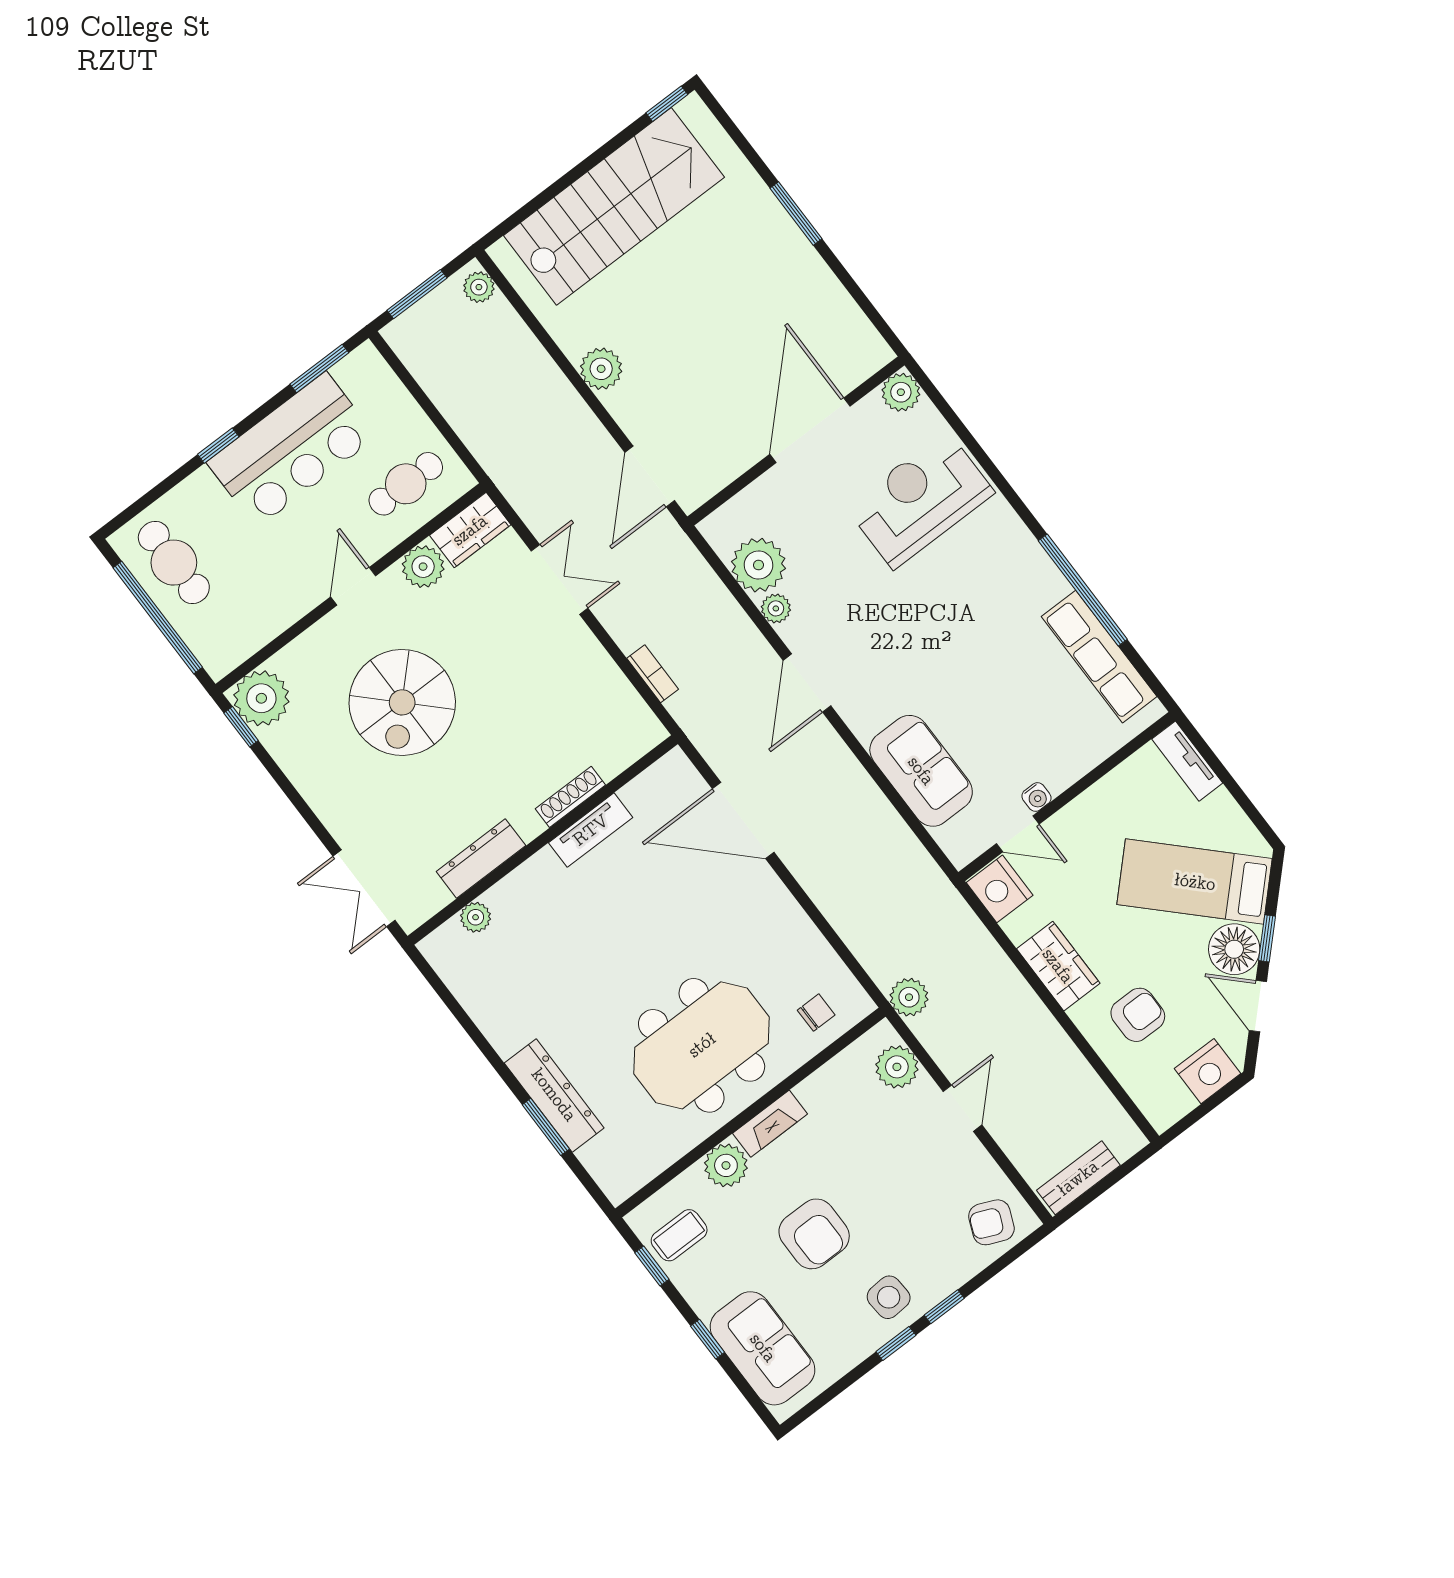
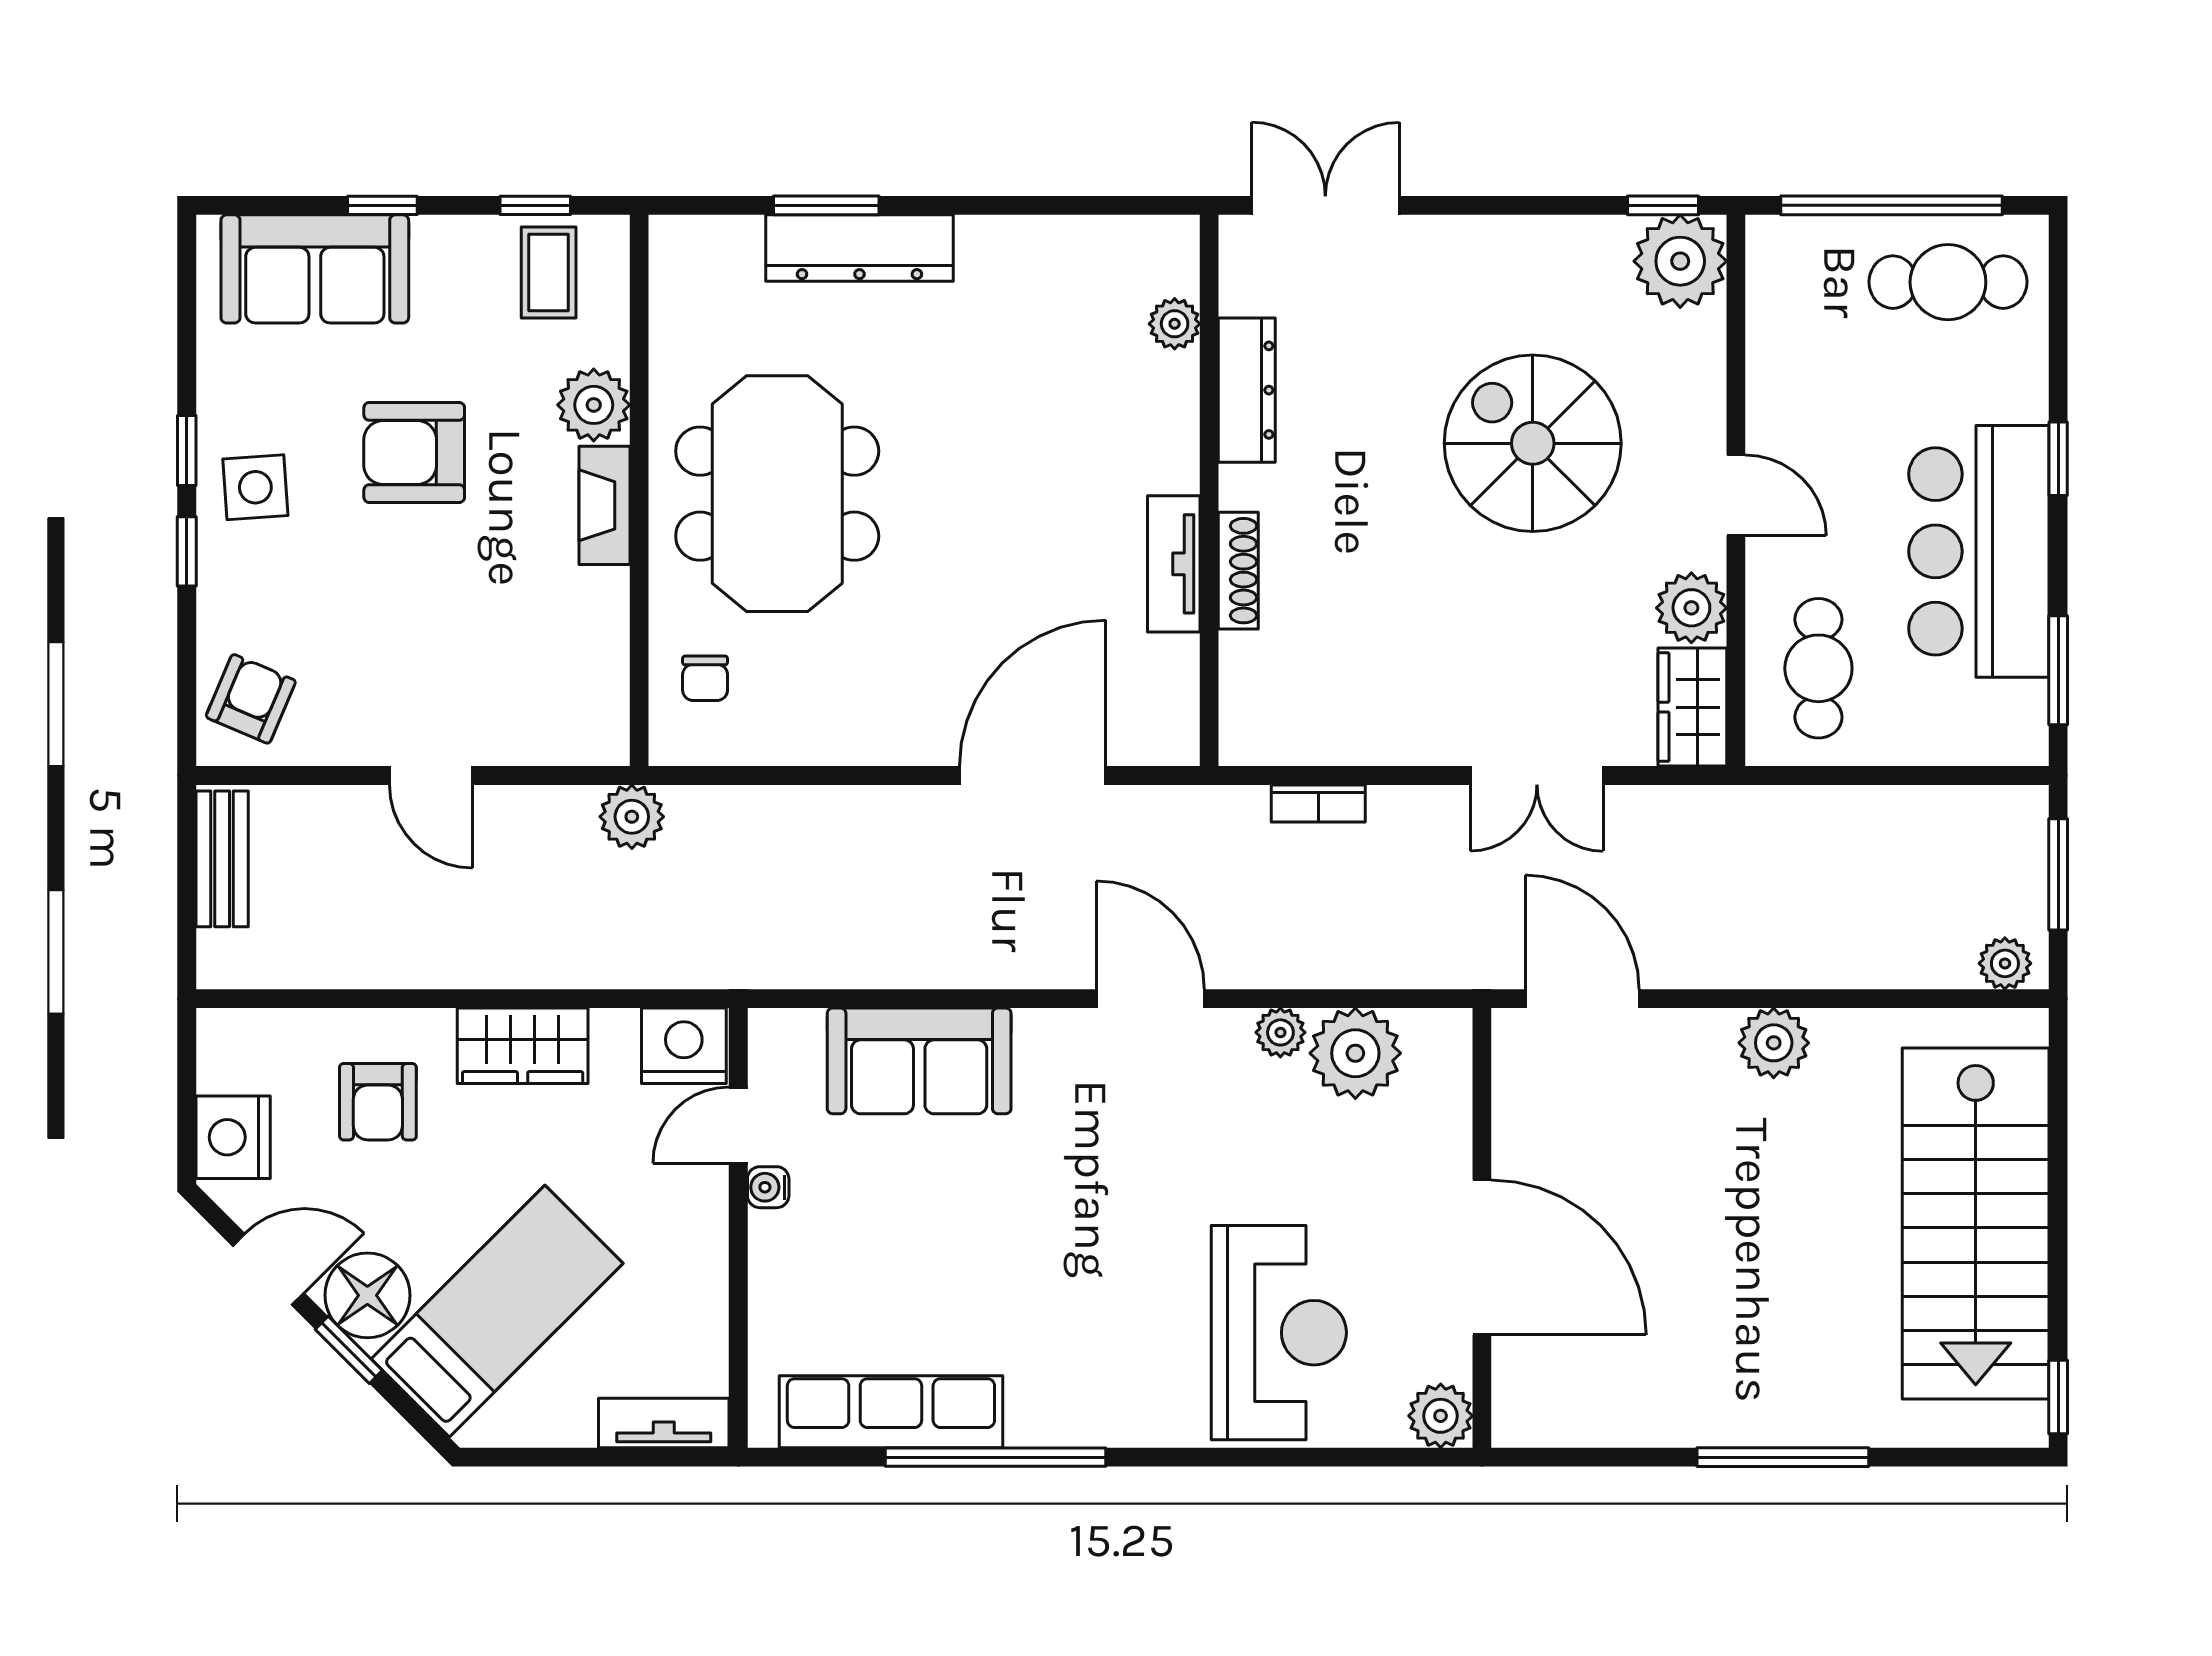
window: (796, 213) -> (1783, 1457), width x1.44
plant: (897, 1067) -> (552, 730), removed

